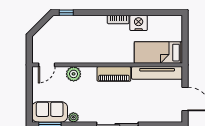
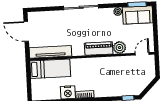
piano: (114, 74) -> (99, 49), moved

